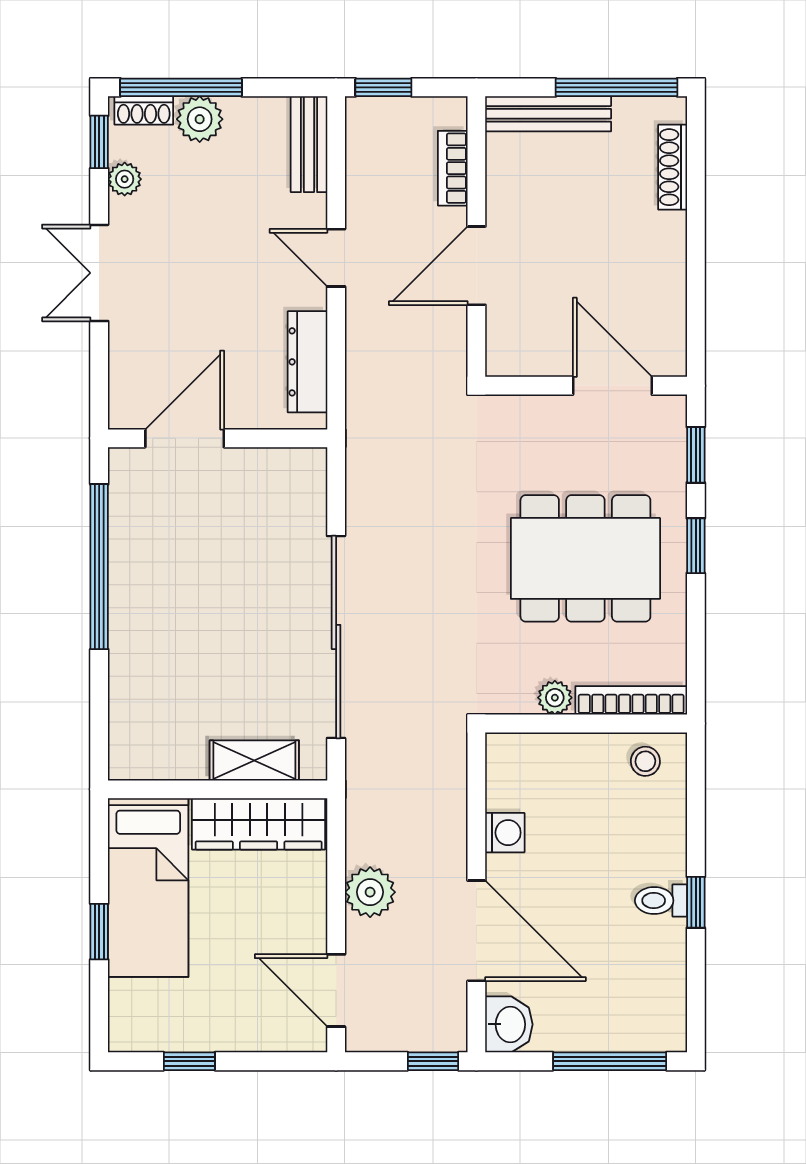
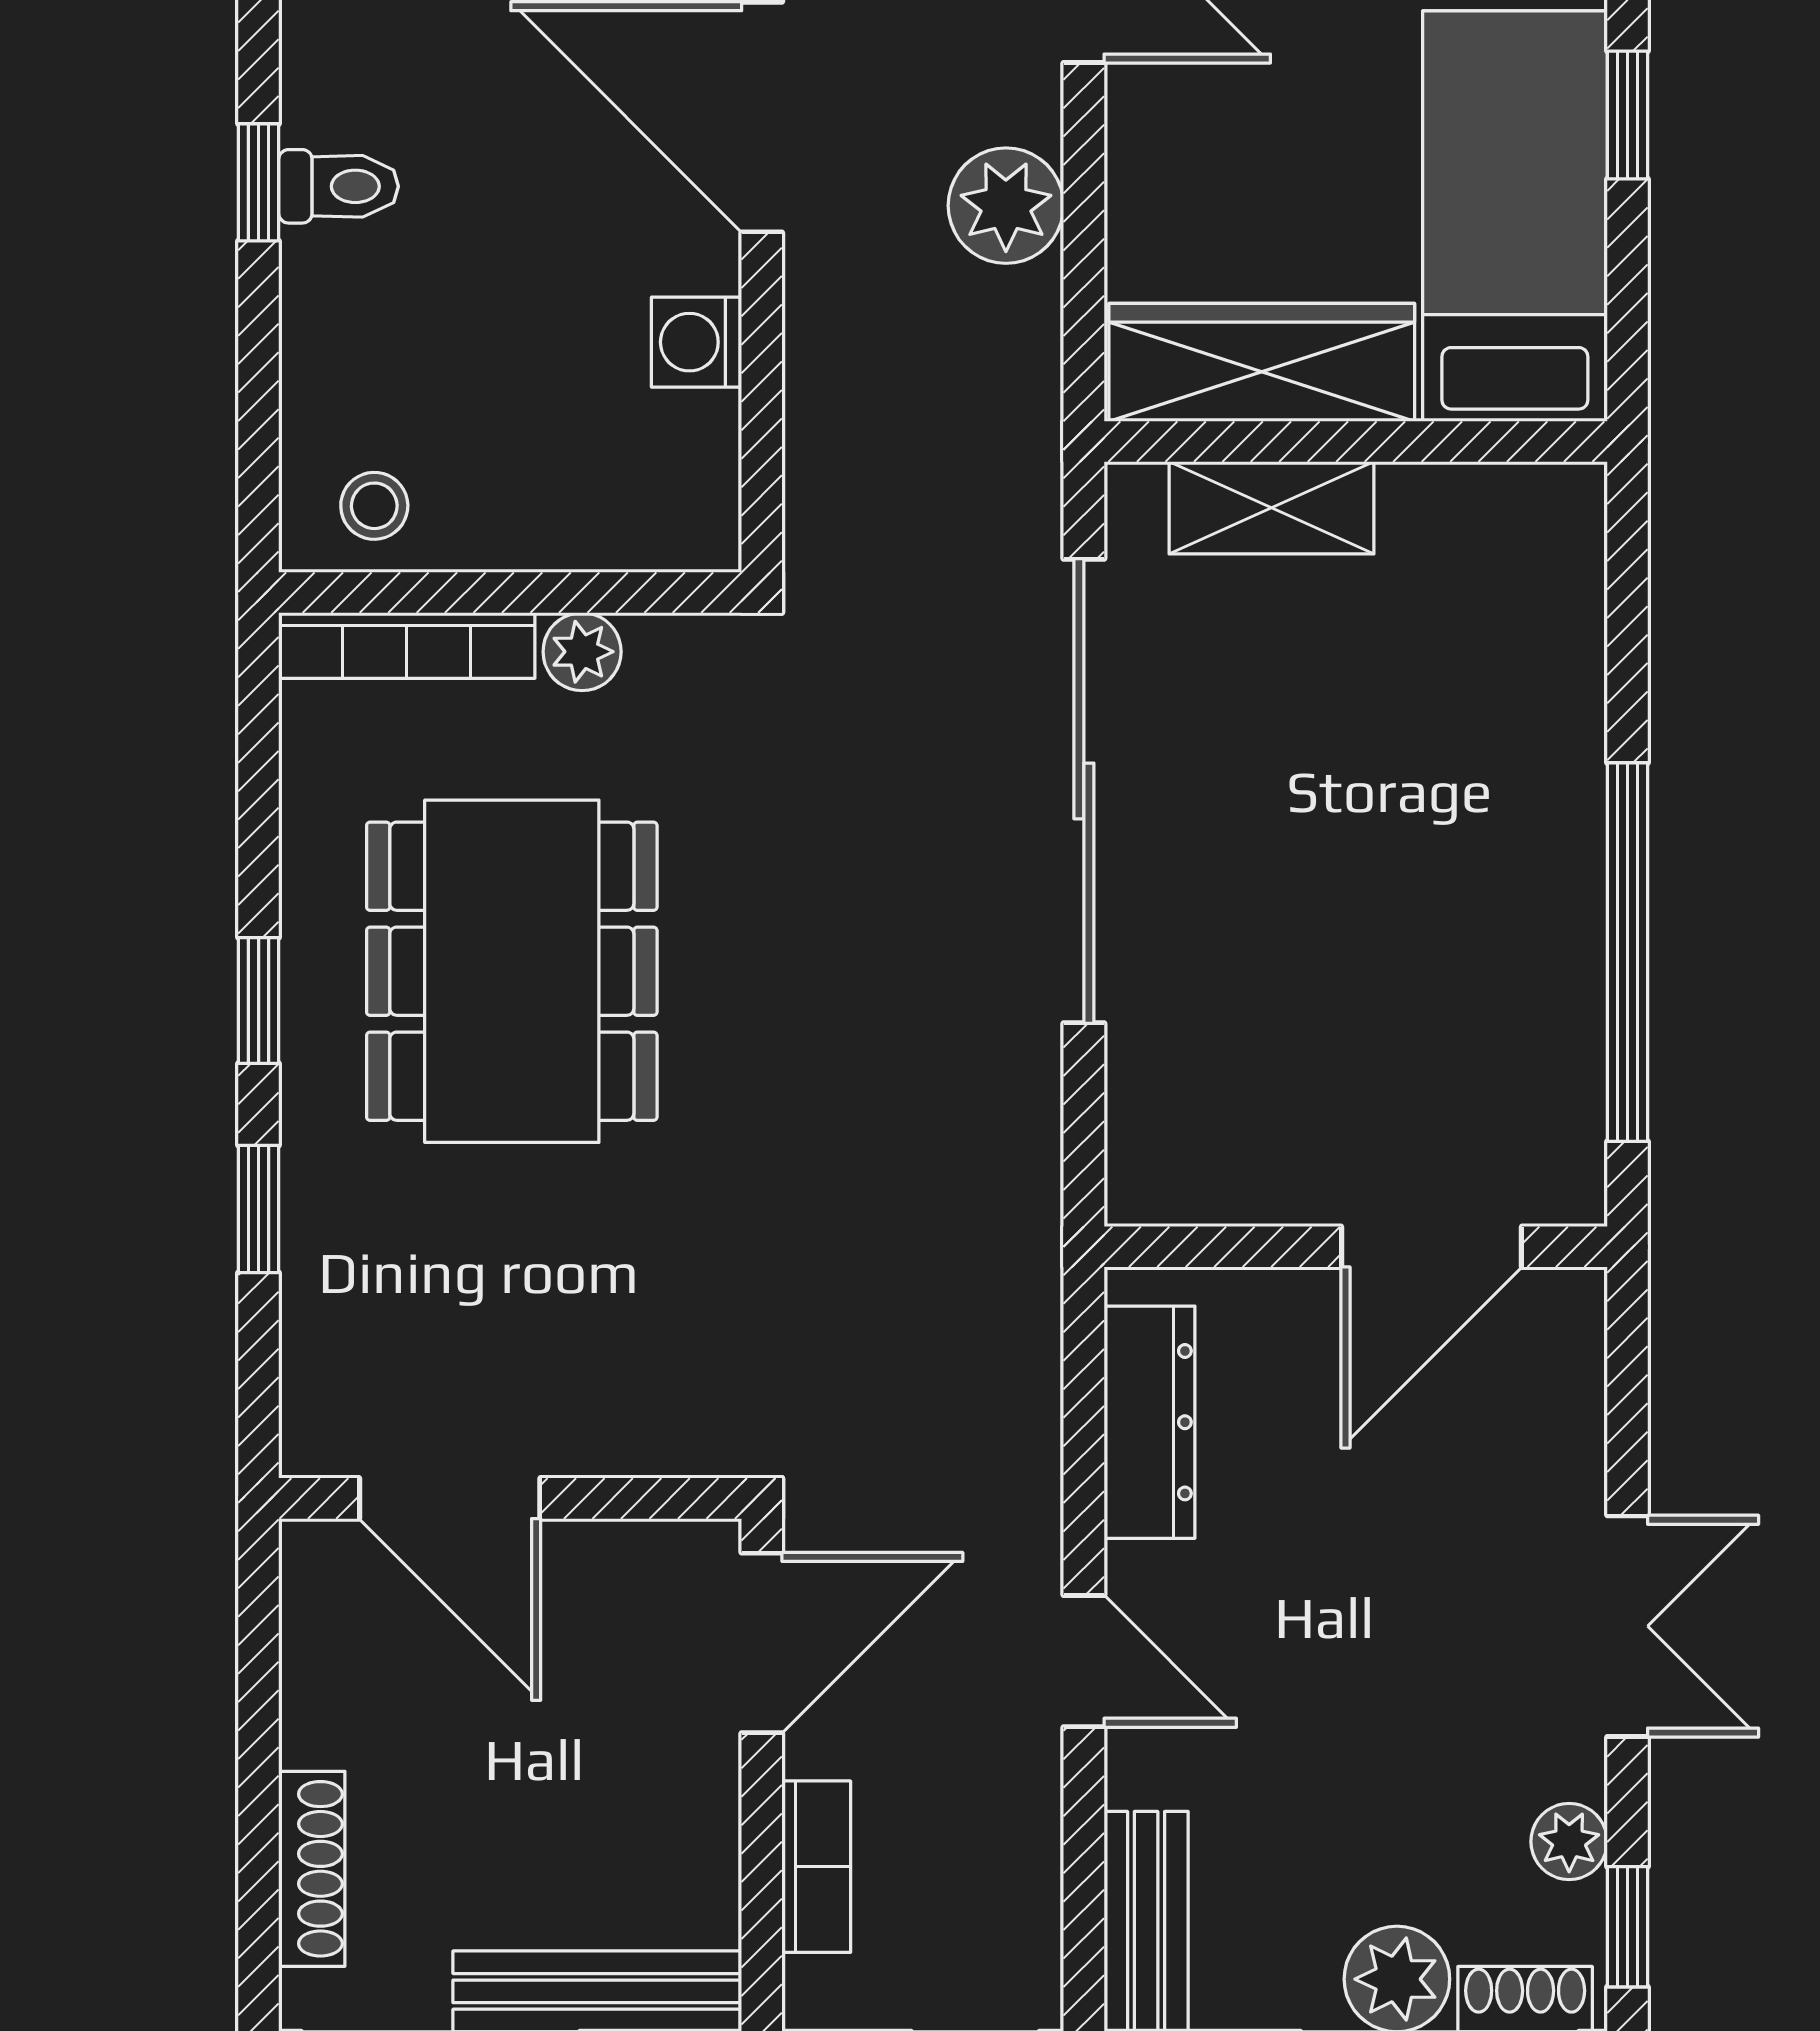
wall: (586, 386) -> (510, 1498), moved
door: (612, 386) -> (450, 1498), moved
dining table: (585, 558) -> (512, 971), turned 90

